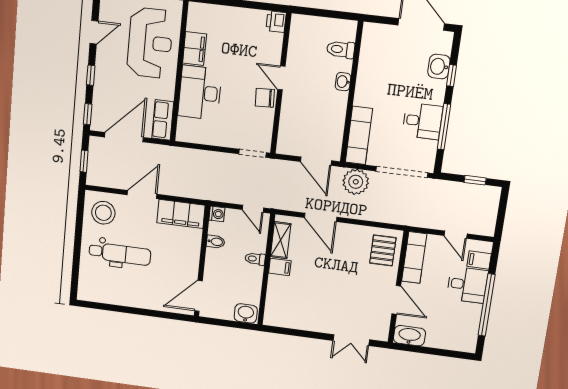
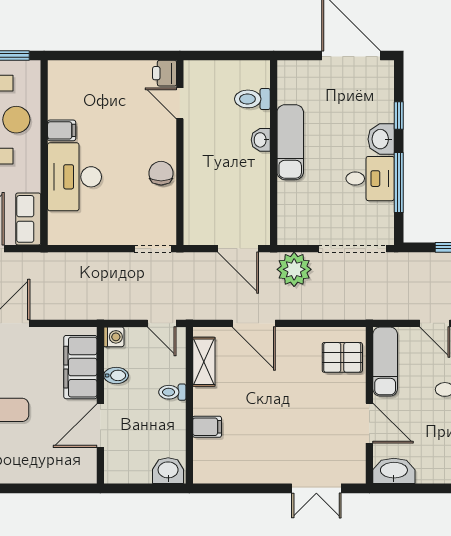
filing cabinet: (195, 48) -> (62, 130), width x0.50
washbasin: (439, 67) -> (381, 139), moved
door: (281, 78) -> (180, 103), moved
chair: (265, 98) -> (161, 173), turned 93
exam couch: (359, 135) -> (290, 142), moved
filing cabinet: (181, 214) -> (80, 367), moved, turned 90
pallet: (383, 250) -> (342, 357), turned 90
filing cabinet: (280, 267) -> (207, 427), moved
door: (198, 296) -> (100, 426), moved

